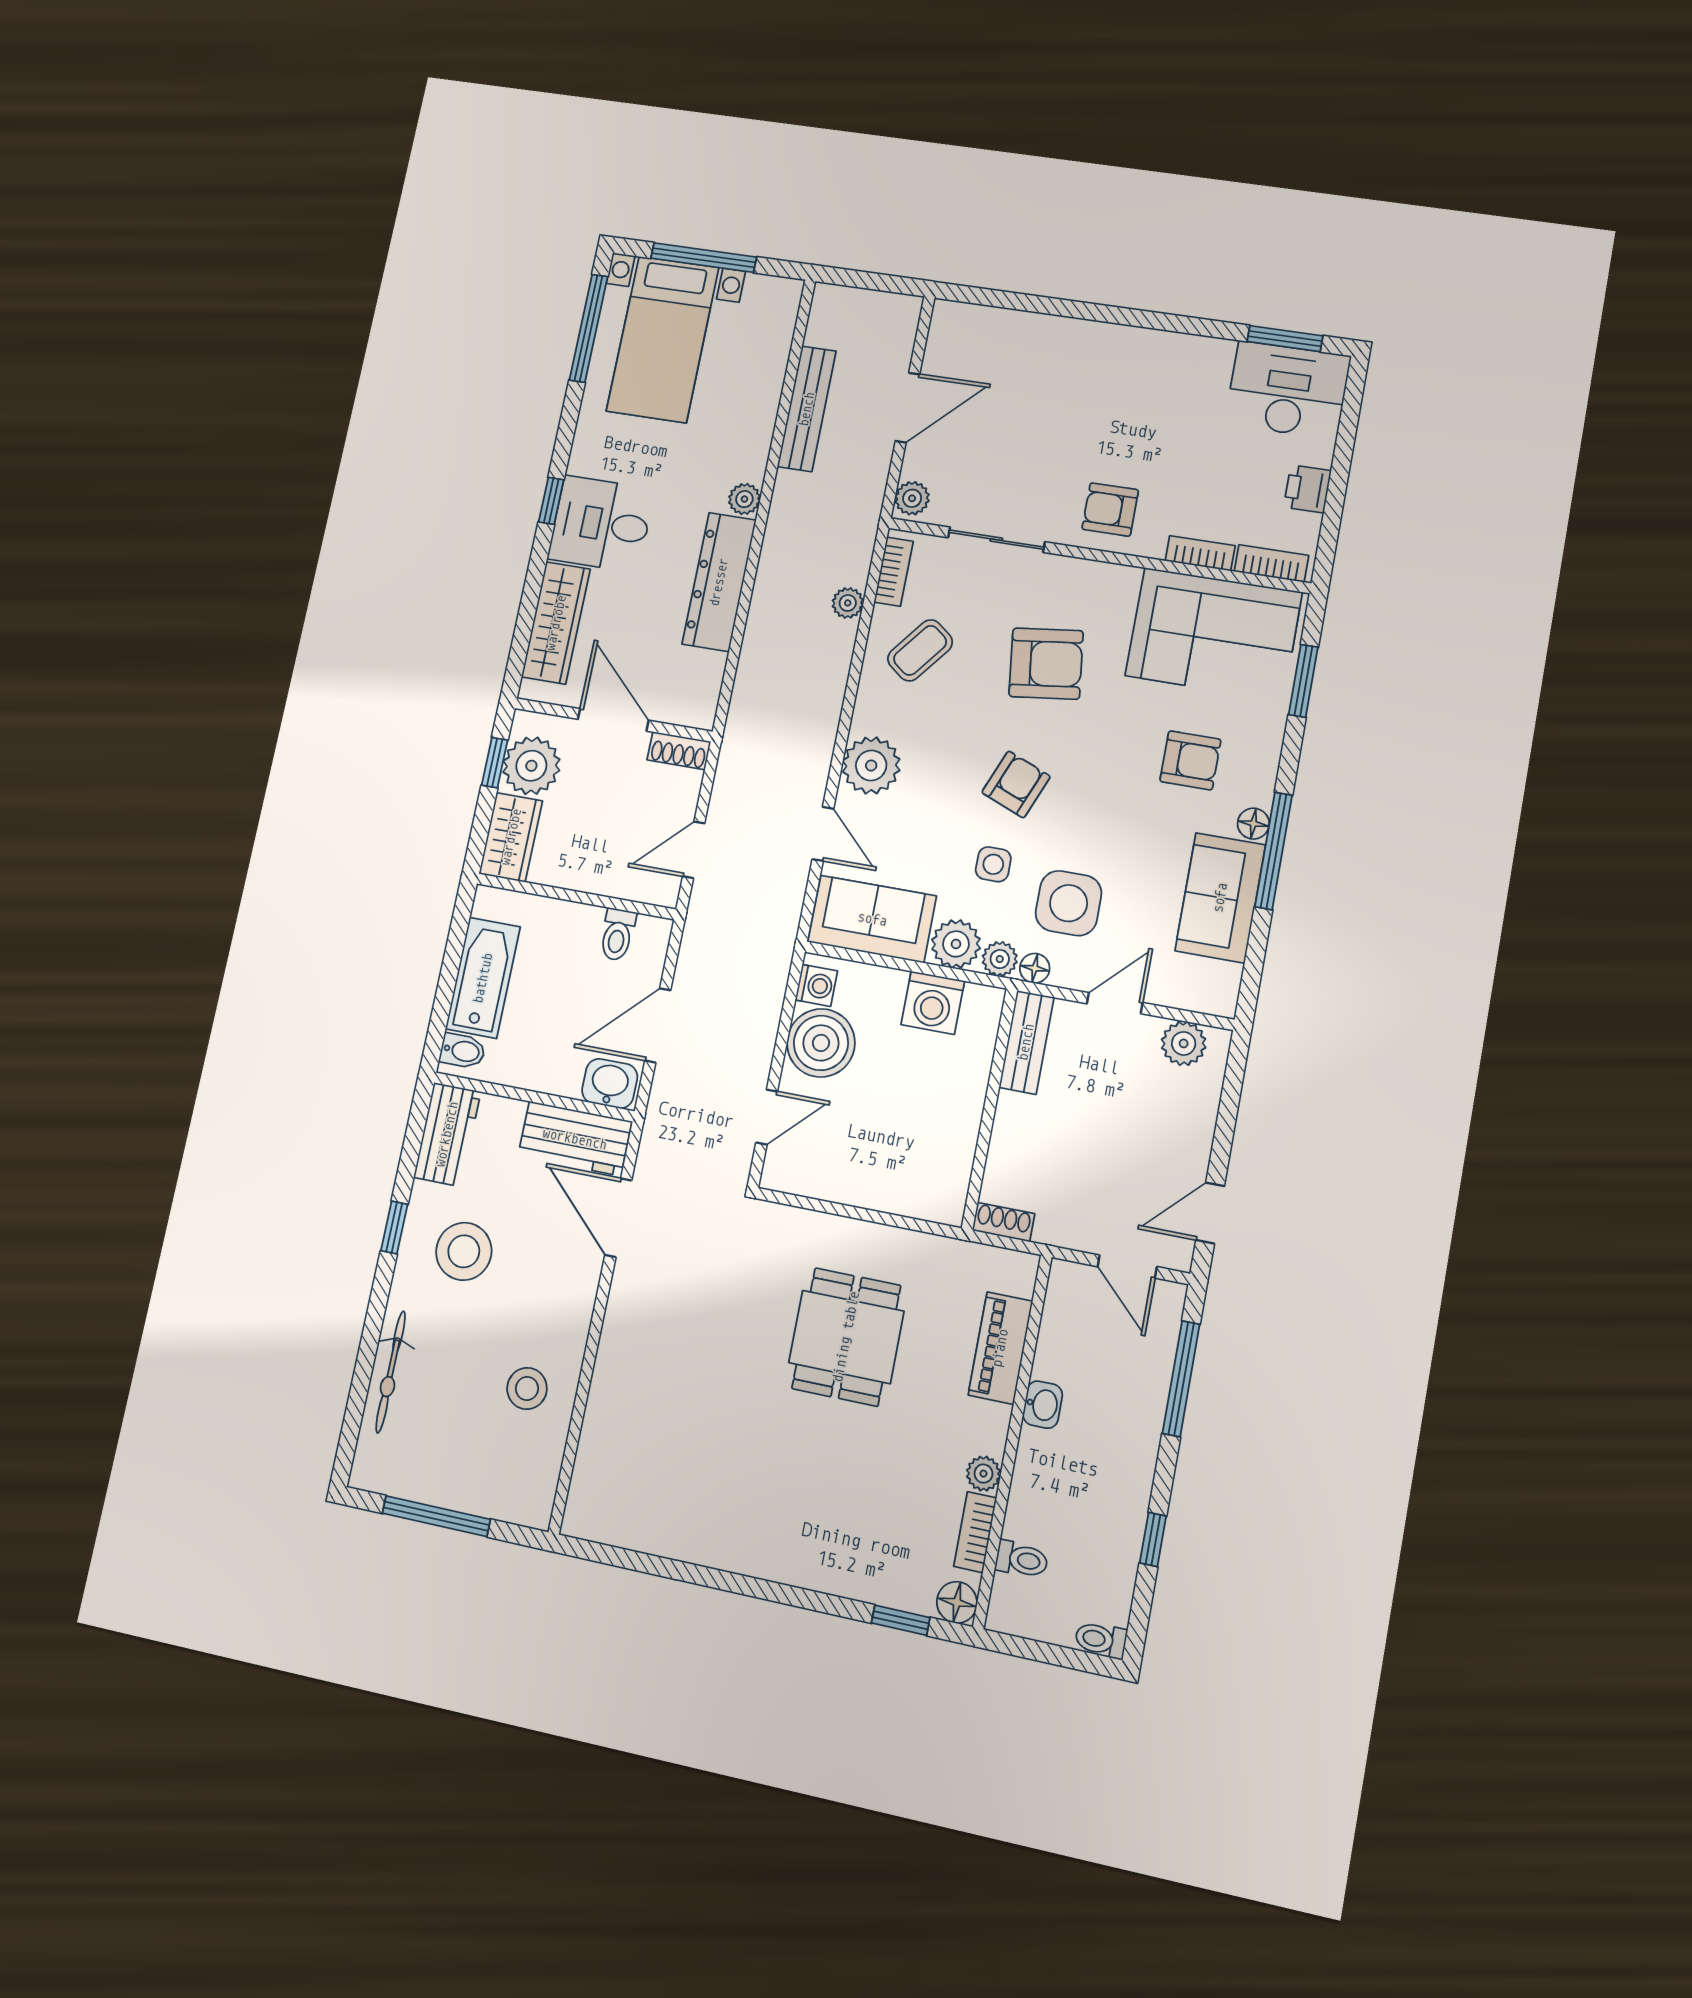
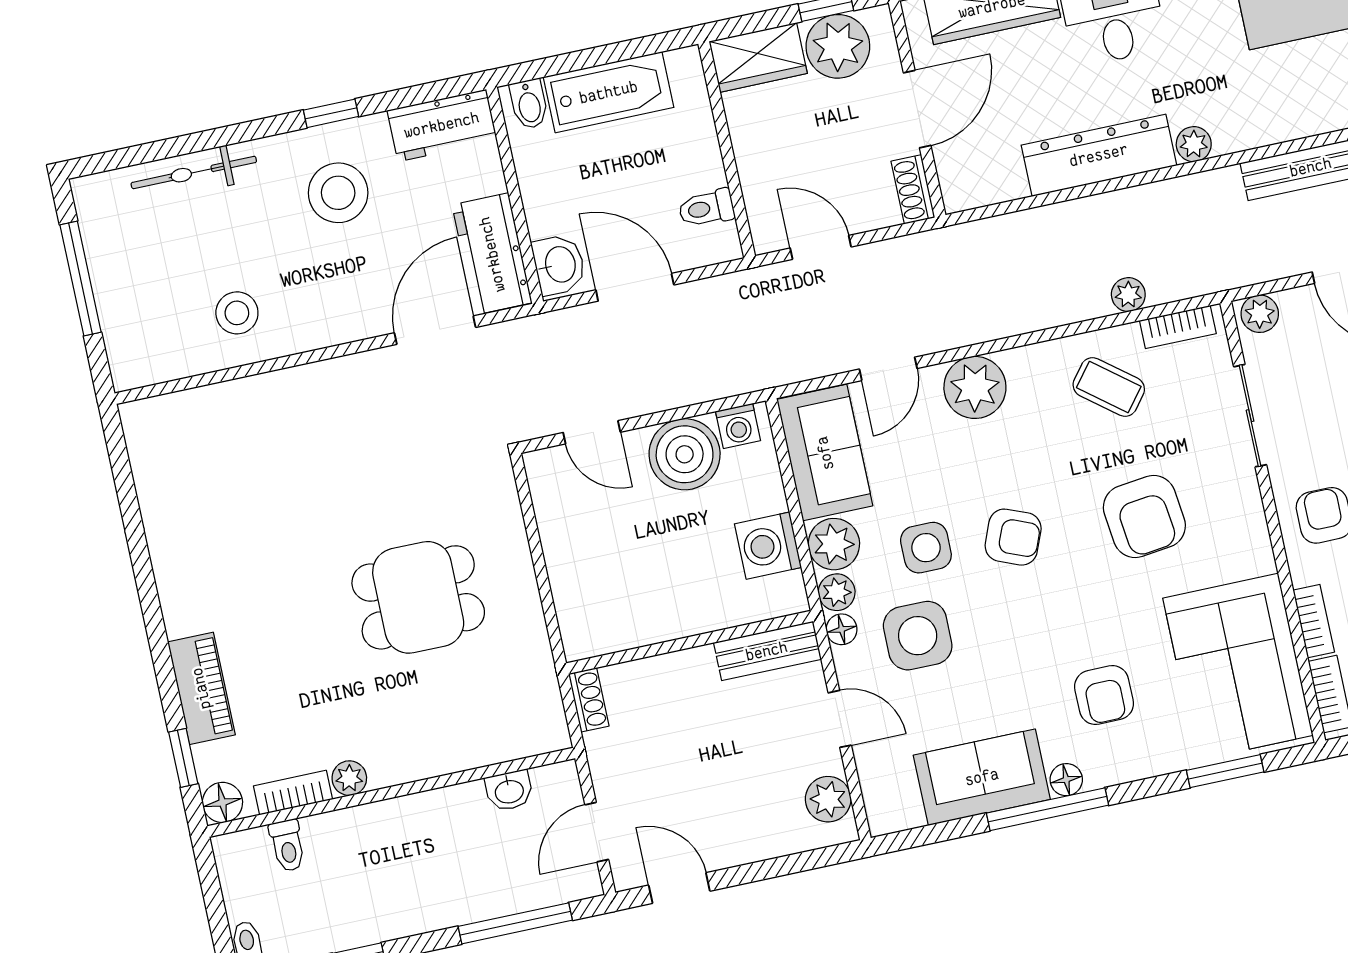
side table: (993, 864) -> (926, 548), width x1.37, depth x1.37
piano: (1000, 1348) -> (201, 688), moved, turned 90
washbasin: (1043, 1405) -> (509, 791), moved

